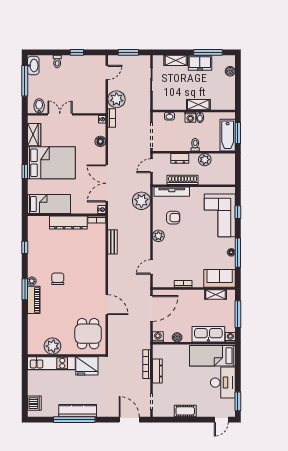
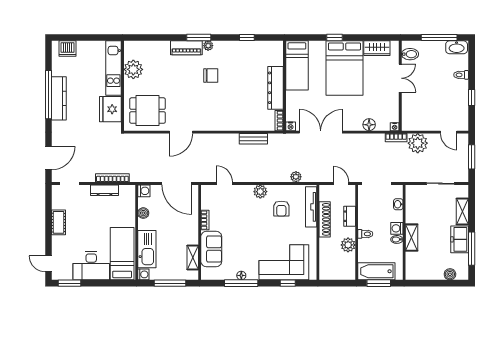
plant: (141, 201) -> (296, 177), width x0.53, depth x0.53
sofa: (220, 278) -> (211, 249), moved

